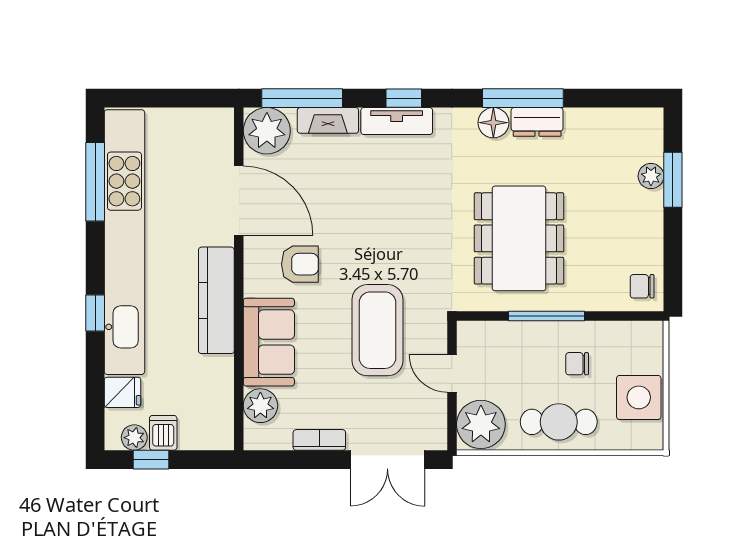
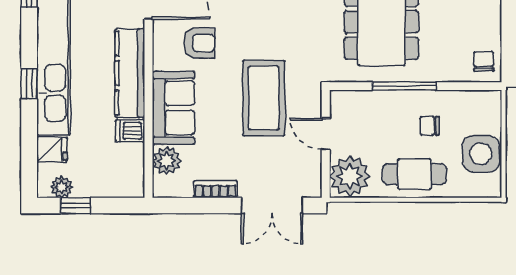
chair: (642, 286) -> (484, 61), turned 90
dishwasher: (163, 433) -> (130, 131), moved, turned -90

